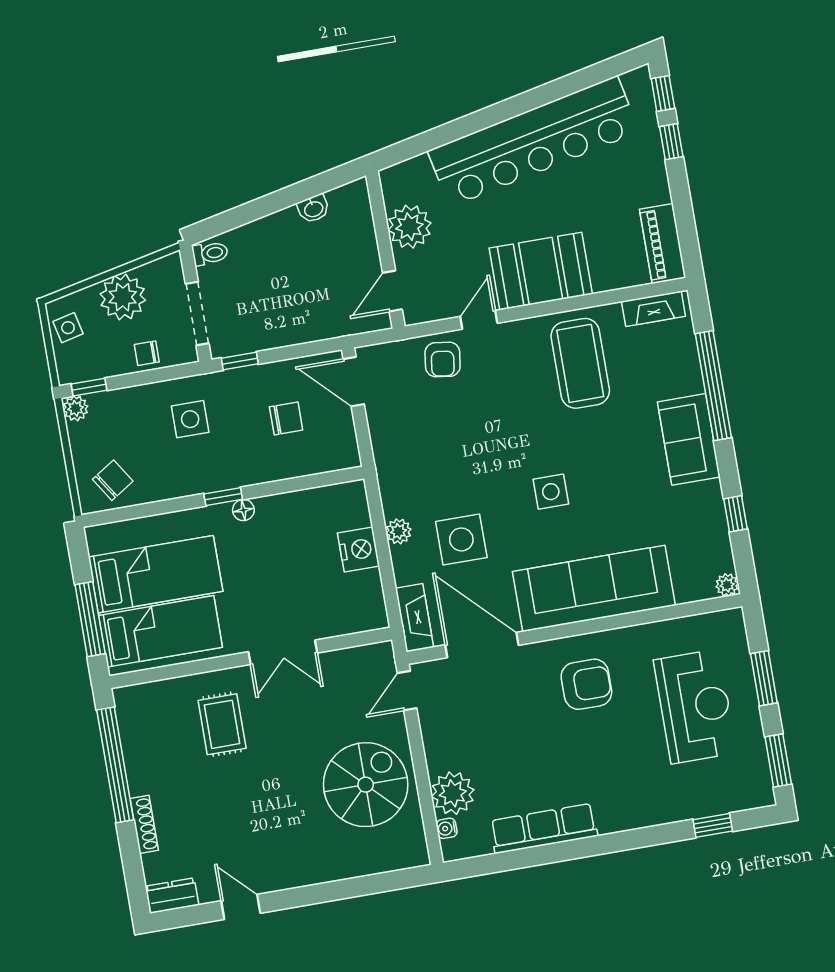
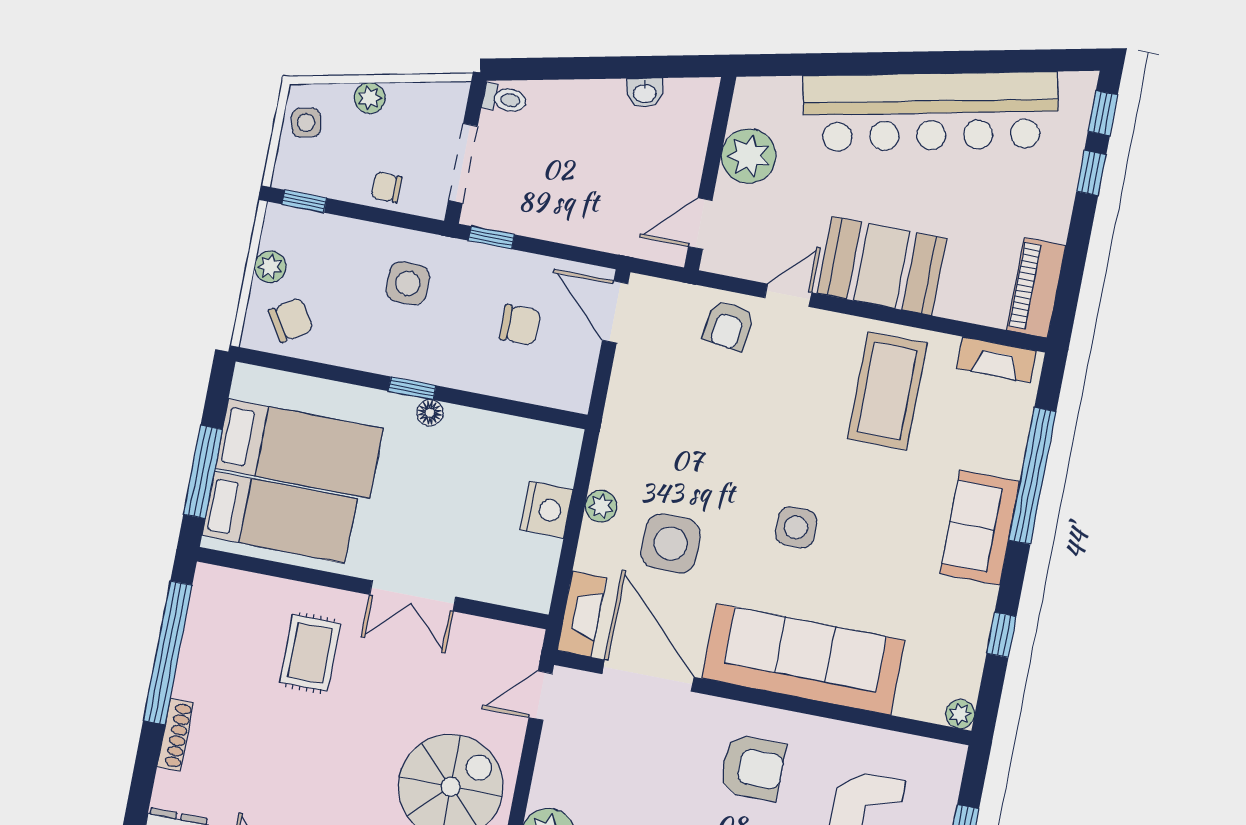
plant: (123, 297) -> (370, 98), width x0.53, depth x0.53
plant: (76, 408) -> (270, 267), moved

